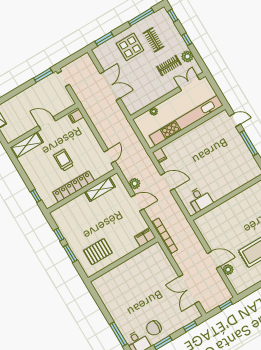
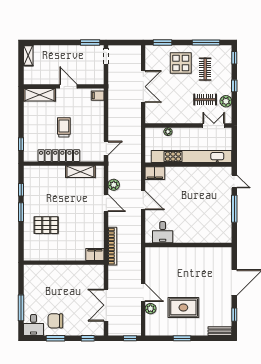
filing cabinet: (160, 156) -> (155, 173), width x2.00
filing cabinet: (145, 237) -> (95, 254), moved
wall: (123, 260) -> (64, 263), moved

